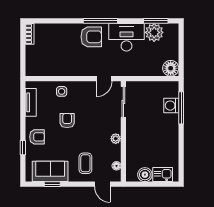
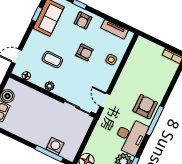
armchair: (91, 37) -> (145, 107), turned 180
coffee table: (85, 163) -> (52, 60), moved

